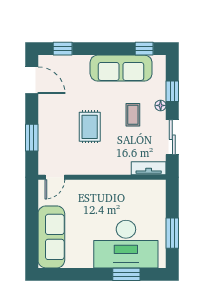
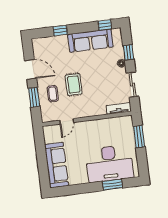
window: (63, 49) -> (60, 31), moved
door: (32, 80) -> (31, 69), moved
coffee table: (133, 115) -> (53, 94), moved
door: (55, 177) -> (67, 121), moved
window: (172, 233) -> (139, 137), moved

